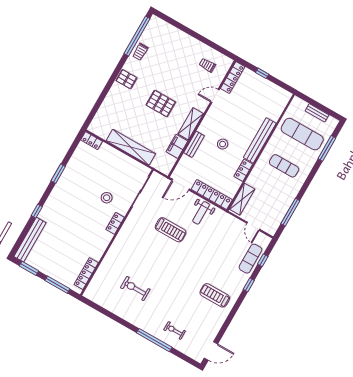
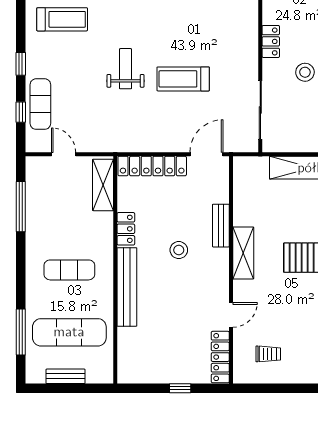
filing cabinet: (177, 146) -> (244, 208), removed
weight bench: (201, 213) -> (126, 69), moved

